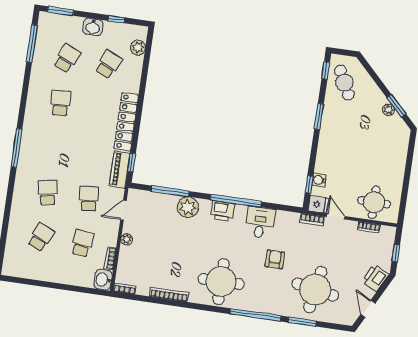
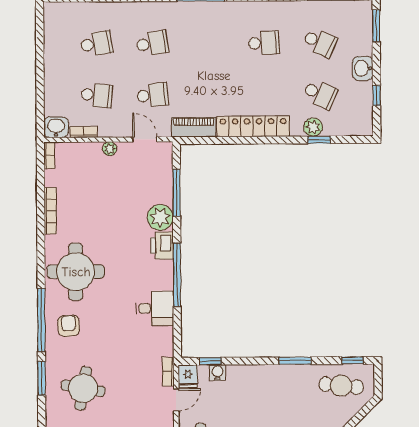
plant: (138, 48) -> (313, 127), moved
cafe table: (344, 83) -> (341, 386), turned 33
window: (132, 163) -> (319, 140), moved
printer: (222, 211) -> (162, 245), moved
school desk: (41, 237) -> (96, 44), turned -33
armchair: (275, 259) -> (69, 326), moved, turned -93
round table: (315, 290) -> (83, 388), width x0.73, depth x0.73

